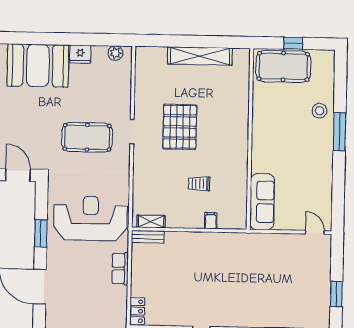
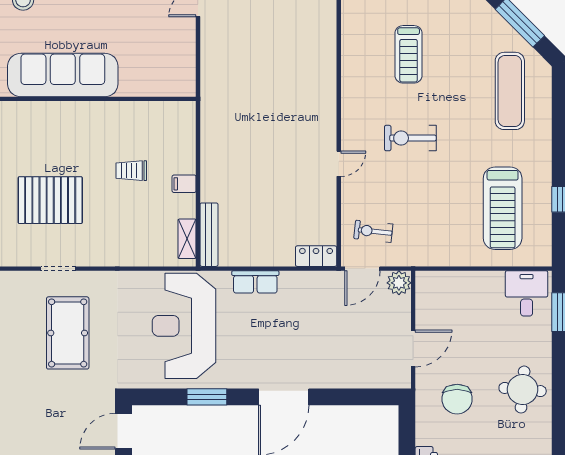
trolley: (199, 184) -> (131, 171), turned 90
sofa: (262, 202) -> (63, 75), moved, width x1.36, depth x1.27
filing cabinet: (211, 221) -> (184, 184), moved
bench: (148, 237) -> (209, 235), width x1.36

